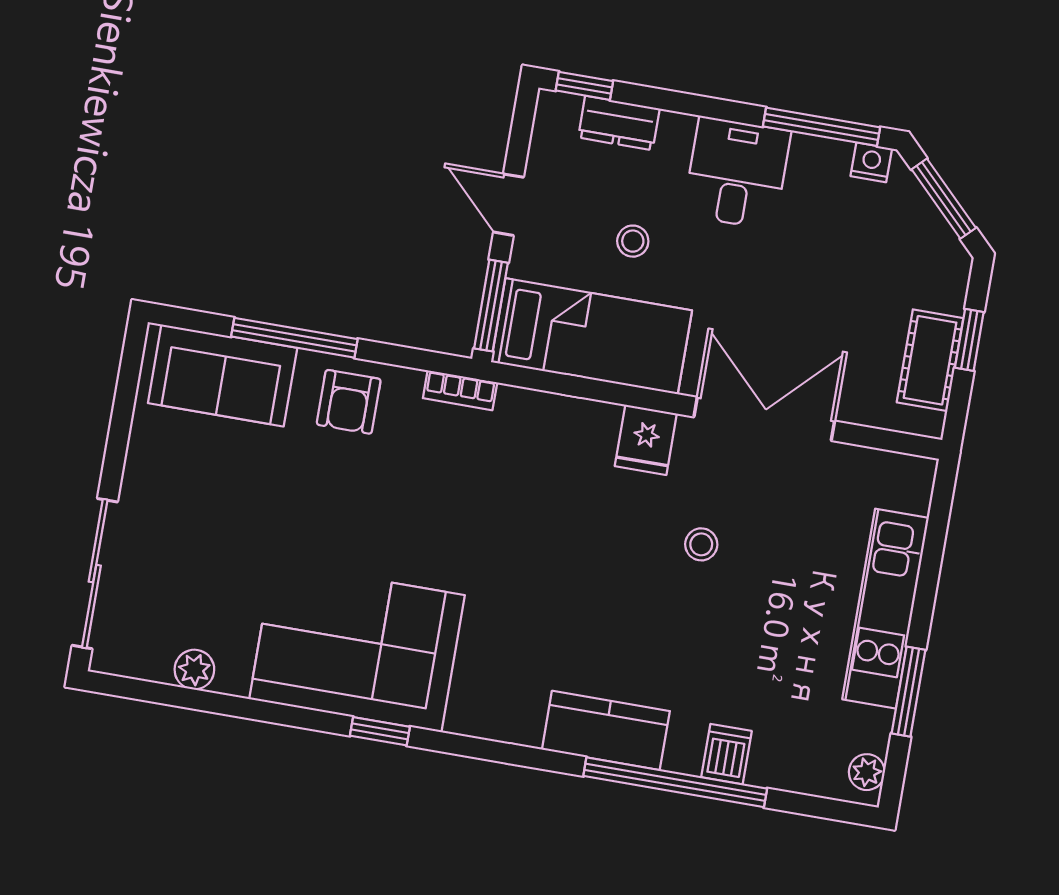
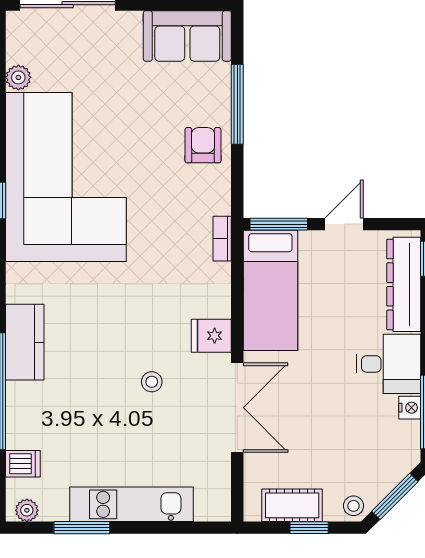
dresser: (619, 123) -> (404, 284), width x1.96, depth x1.24
nightstand: (871, 162) -> (410, 408), moved
stool: (633, 241) -> (353, 506), moved
sofa: (223, 375) -> (187, 36), moved, turned -90
bookcase: (460, 390) -> (222, 239), moved
armchair: (349, 402) -> (203, 145), turned 90
corner sofa: (357, 647) -> (66, 177), width x1.36, depth x1.36
dishwasher: (727, 754) -> (23, 464), moved

